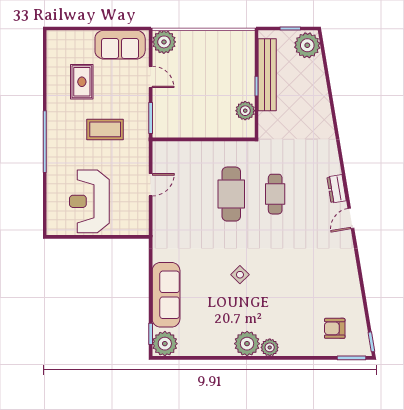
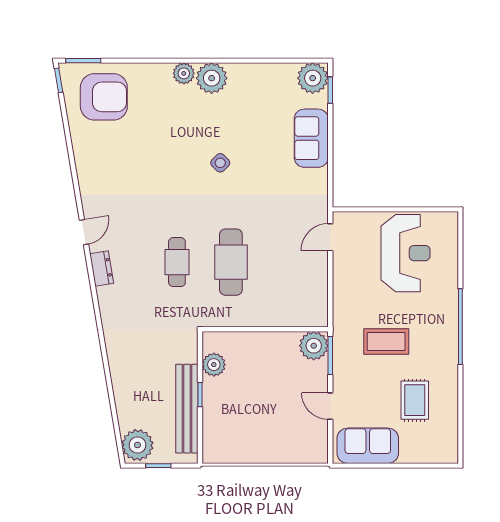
plant: (164, 42) -> (314, 346), moved
door: (151, 185) -> (330, 237), moved
sofa: (166, 295) -> (311, 138), width x0.73
armchair: (335, 328) -> (104, 97), width x1.88, depth x1.88

